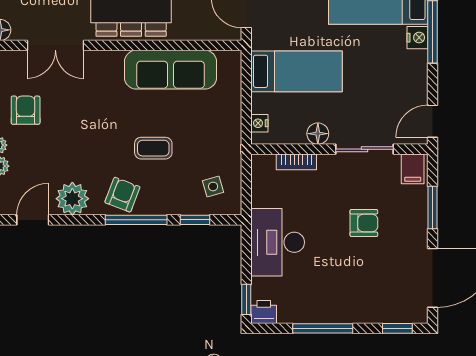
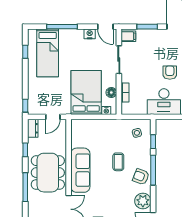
nightstand: (417, 38) -> (90, 34), moved
sofa: (171, 70) -> (80, 170), moved
bed: (297, 71) -> (86, 92), width x1.50
floor lamp: (318, 134) -> (111, 92), moved
armchair: (364, 223) -> (170, 73), moved

